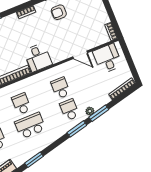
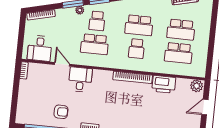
desk: (38, 57) -> (80, 80), moved
school desk: (61, 88) -> (95, 44), width x1.85

